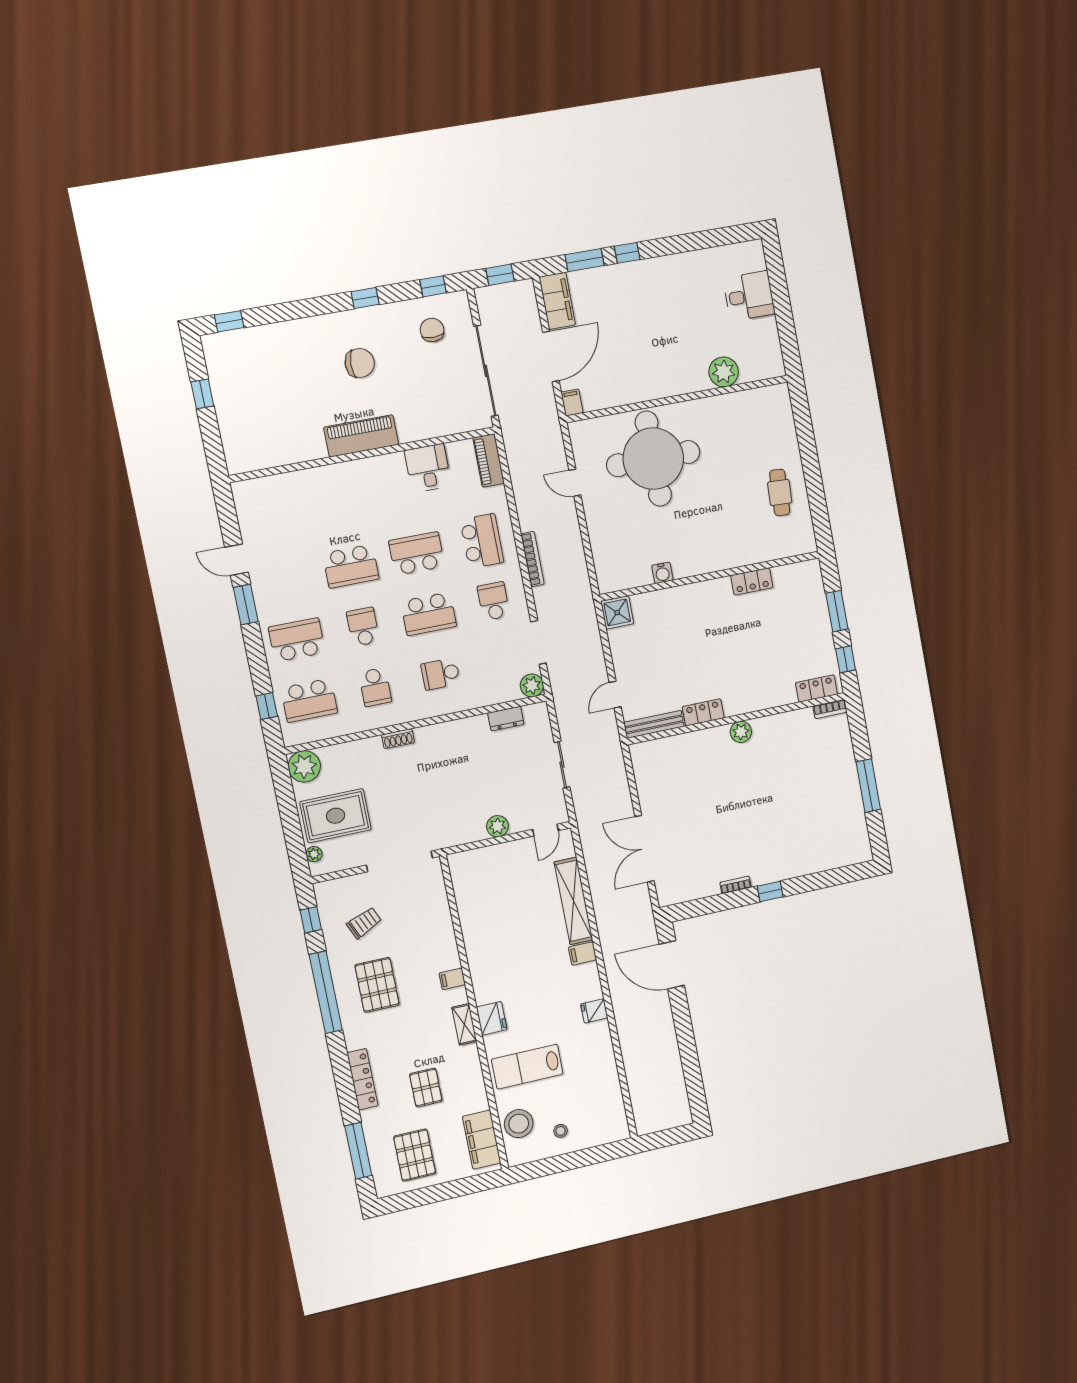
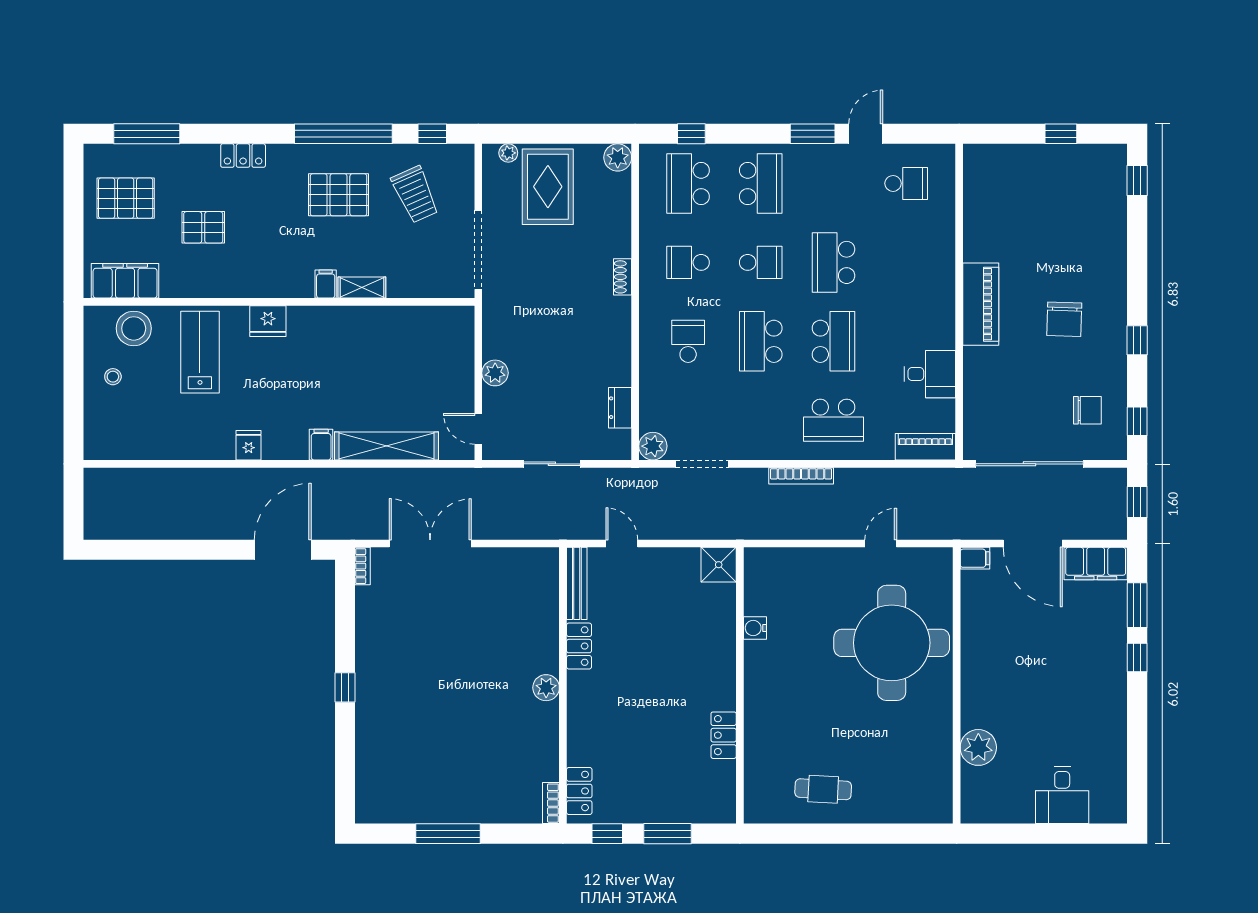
school desk: (494, 601) -> (906, 183), moved
plant: (304, 766) -> (618, 157), width x0.73, depth x0.73
bookcase: (736, 885) -> (362, 566), moved
trolley: (364, 923) -> (415, 195), width x1.36, depth x1.39
shelving: (464, 1024) -> (362, 287), moved
locker: (362, 1079) -> (243, 156), width x0.66

